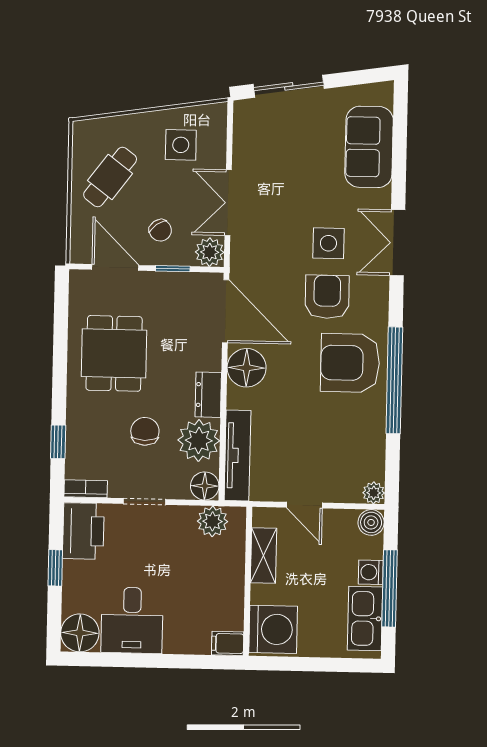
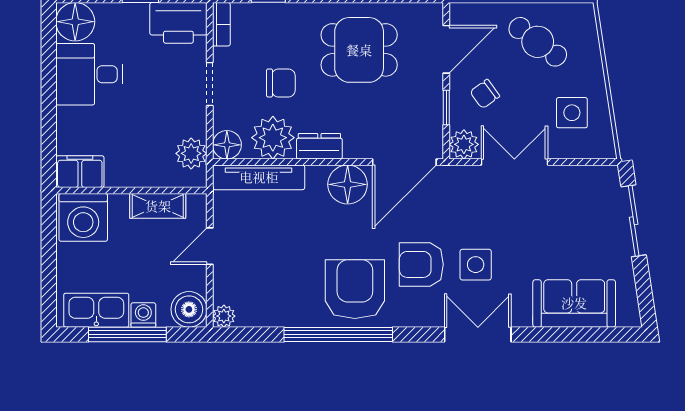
armchair: (327, 297) -> (421, 264), turned 180
boiler: (371, 522) -> (189, 309), width x1.36, depth x1.36
filing cabinet: (228, 643) -> (80, 172), width x2.00

